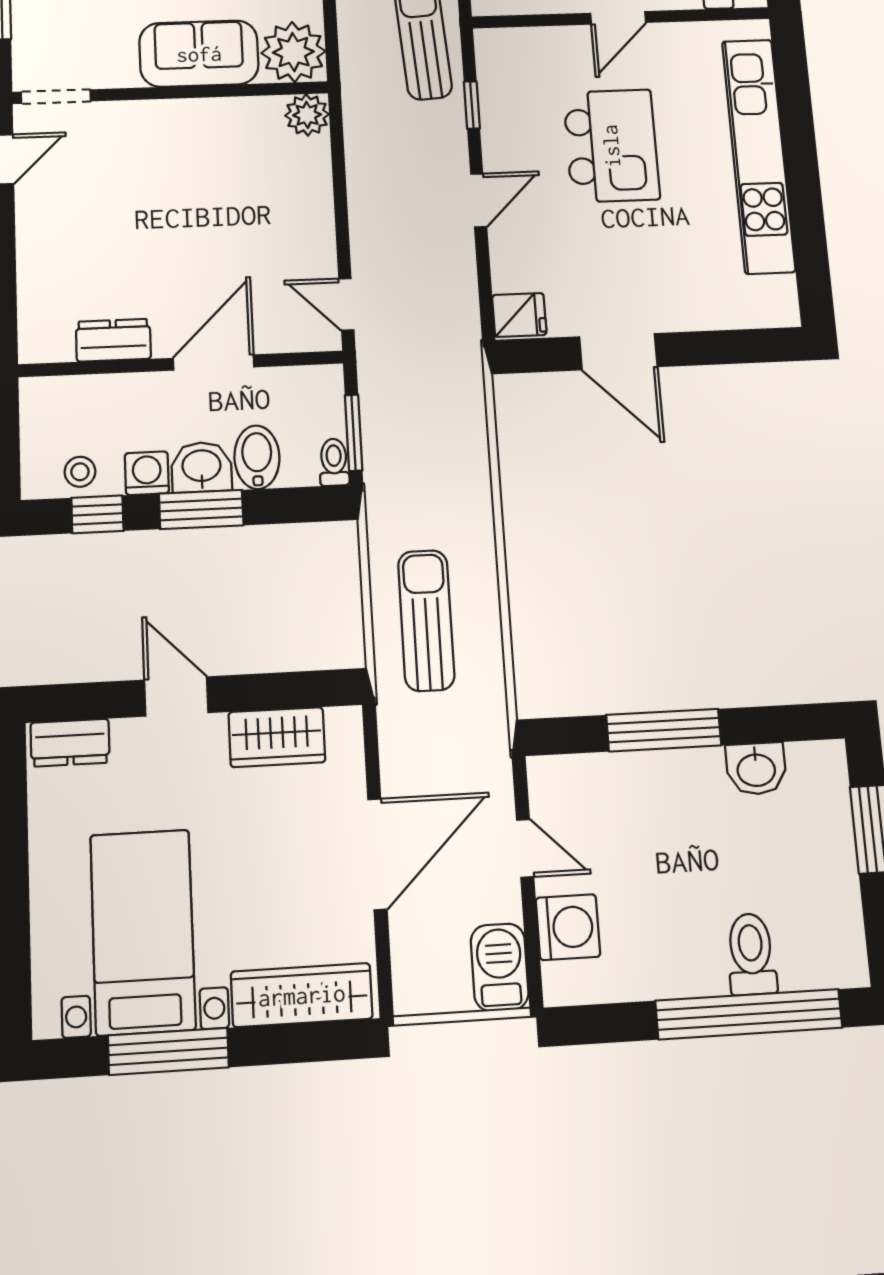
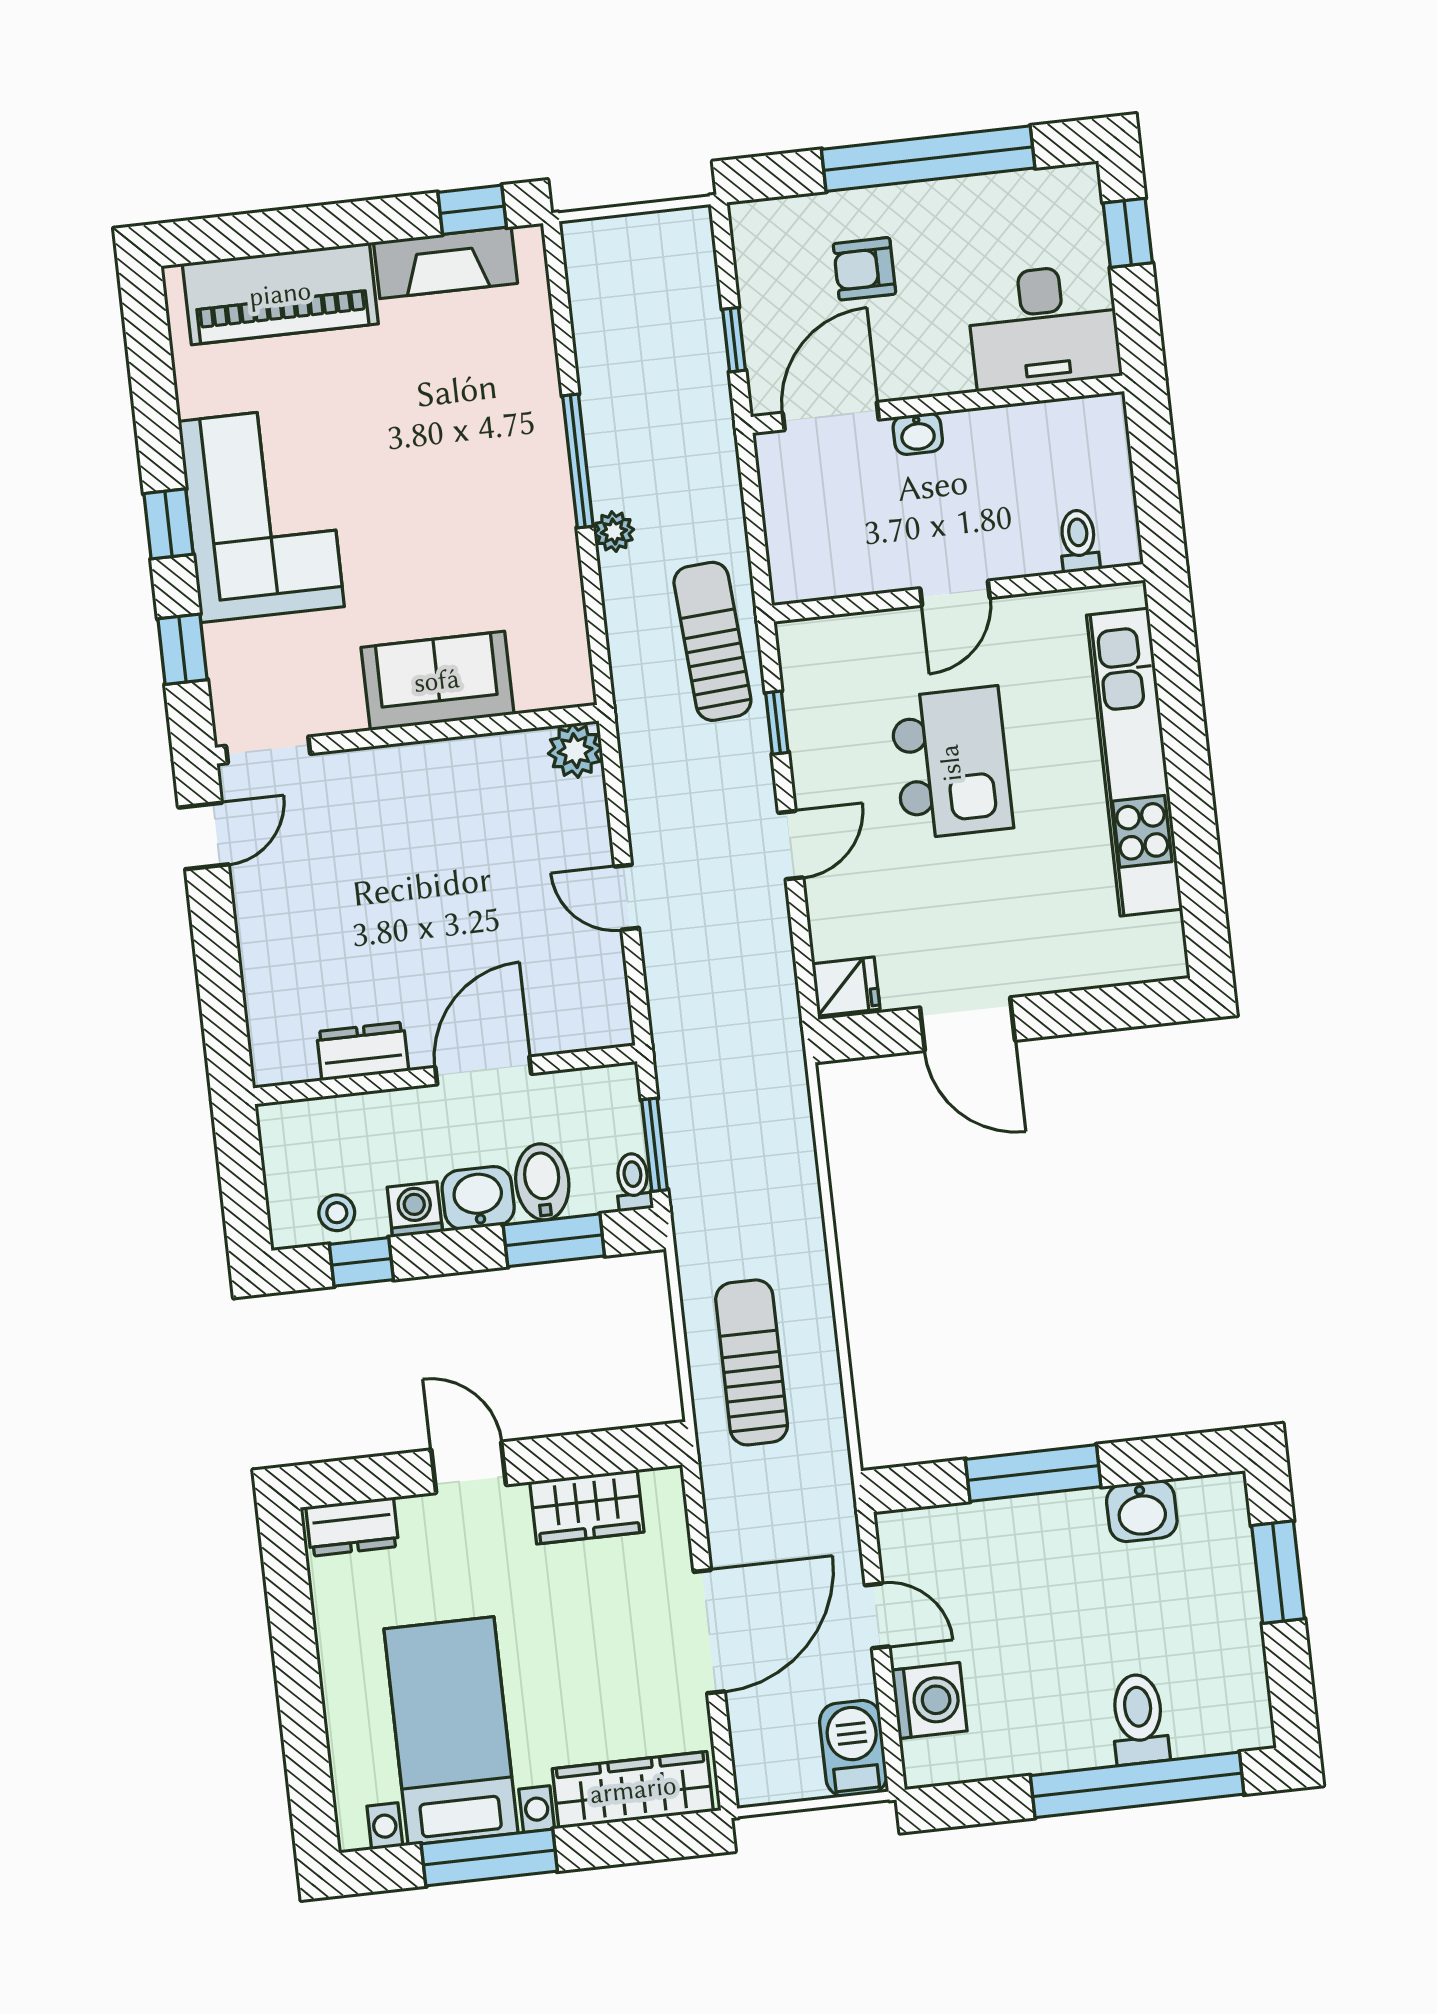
plant: (293, 52) -> (553, 670), removed
door: (346, 304) -> (627, 897), moved
window: (201, 509) -> (554, 1240), moved

